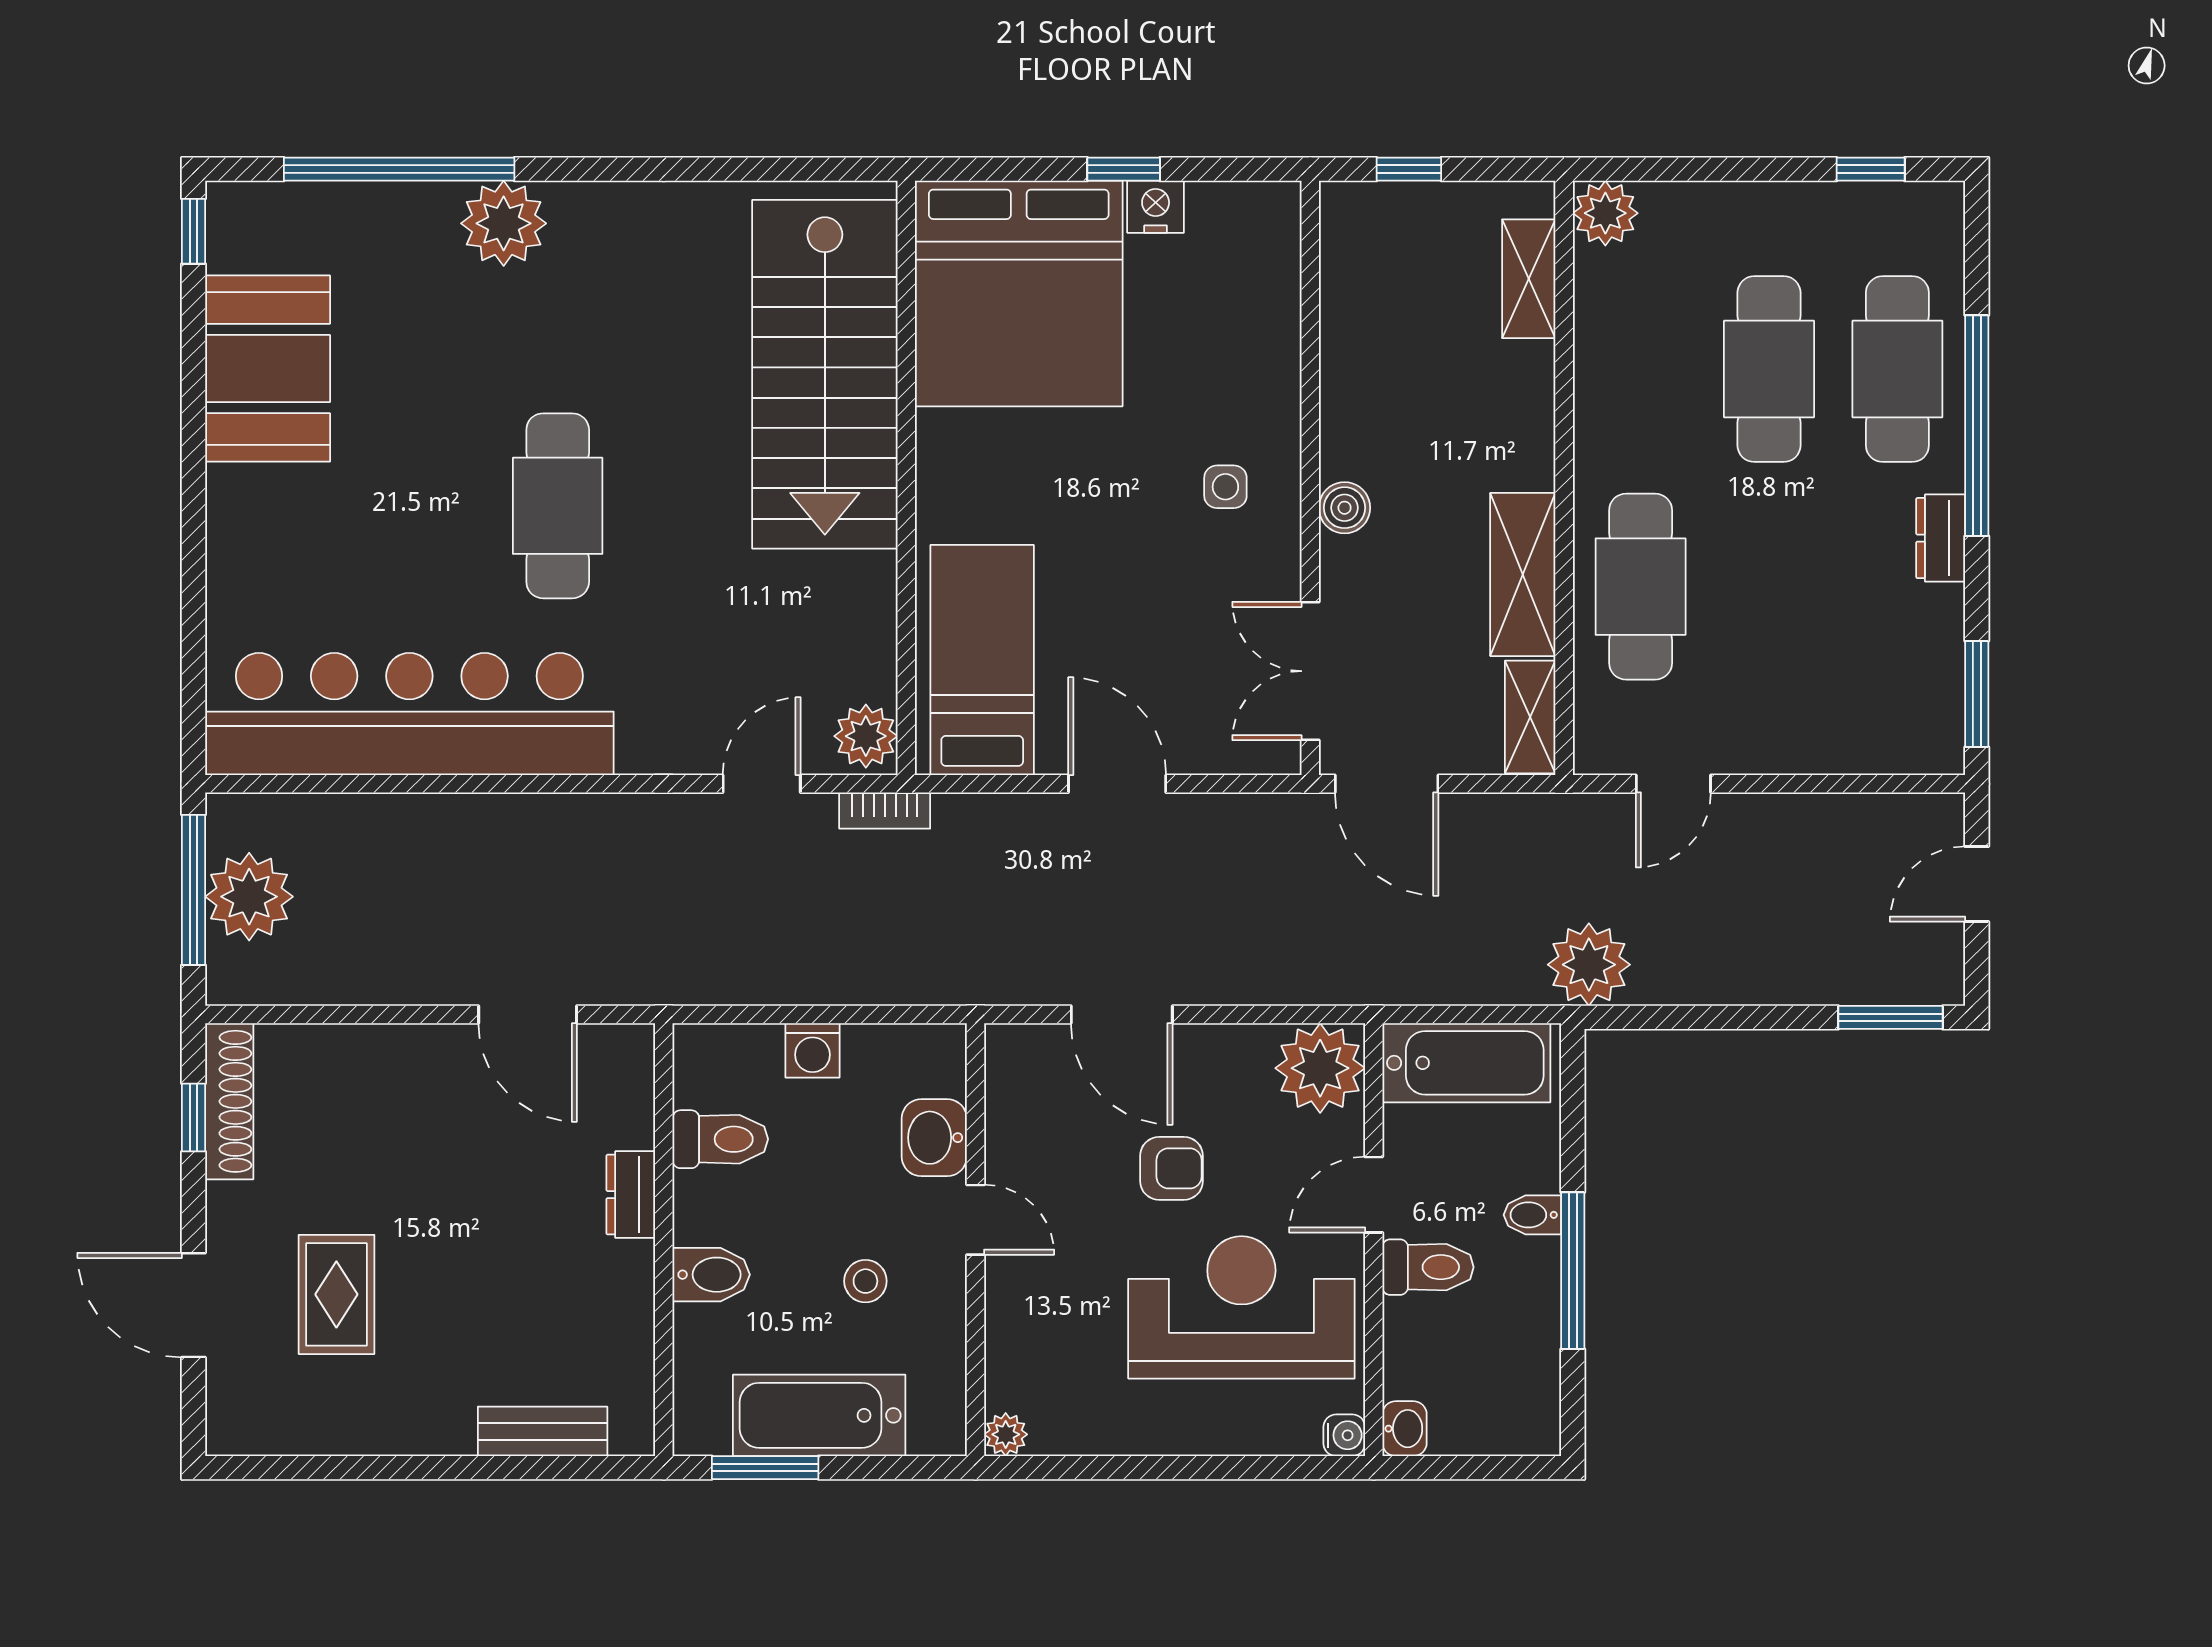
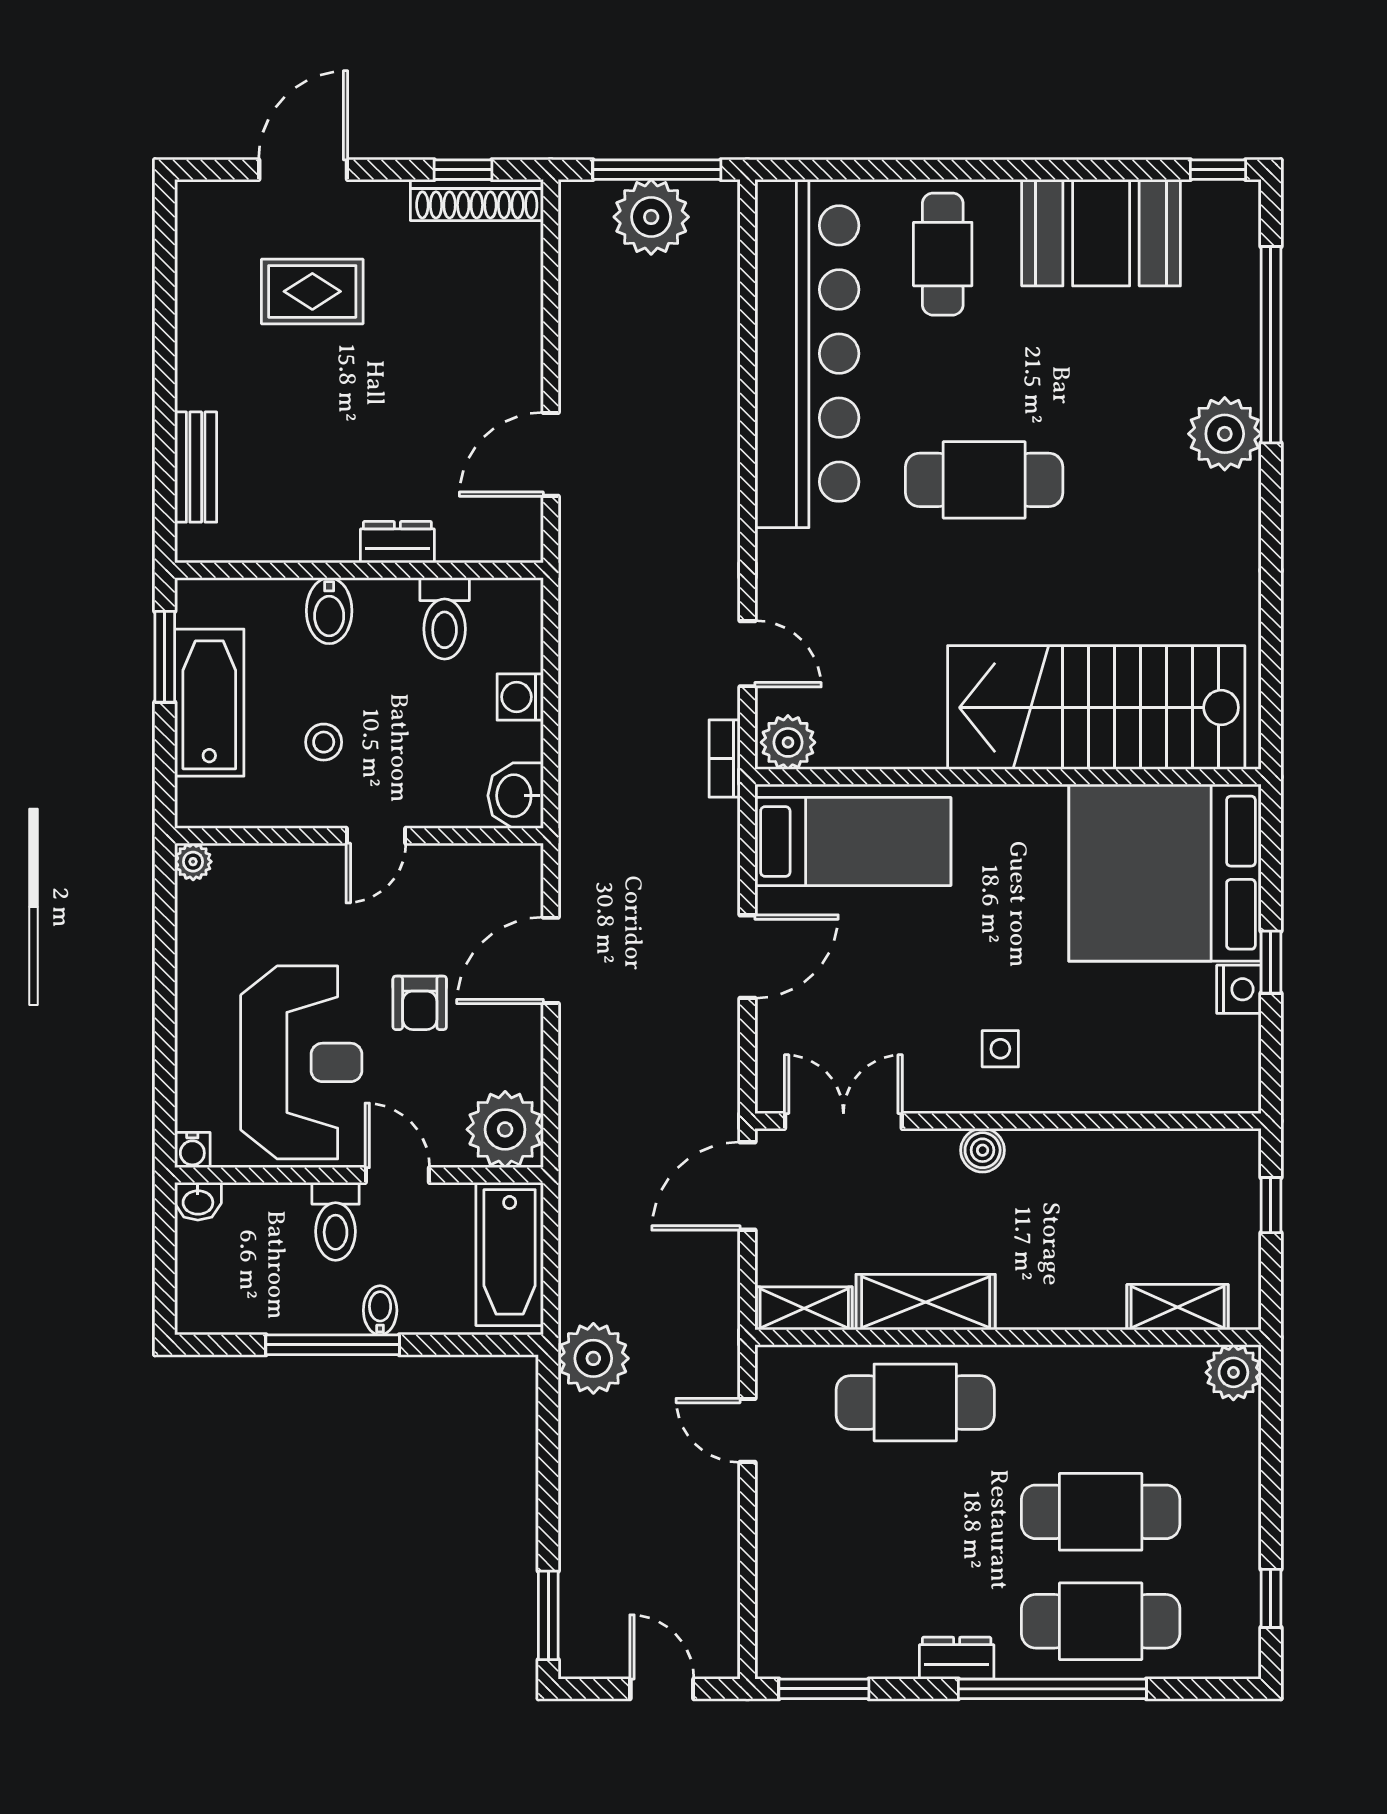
cafe table: (293, 554) -> (943, 254), added
washbasin: (934, 1138) -> (516, 796), moved, turned -90

